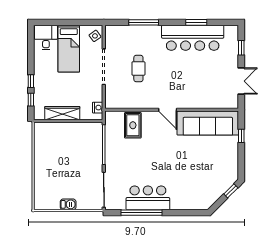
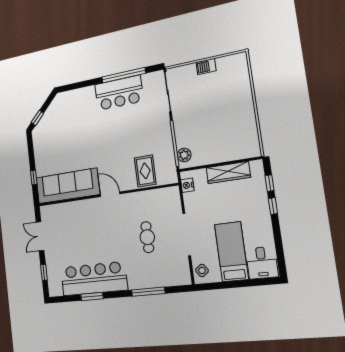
plant: (97, 133) -> (184, 155), added

